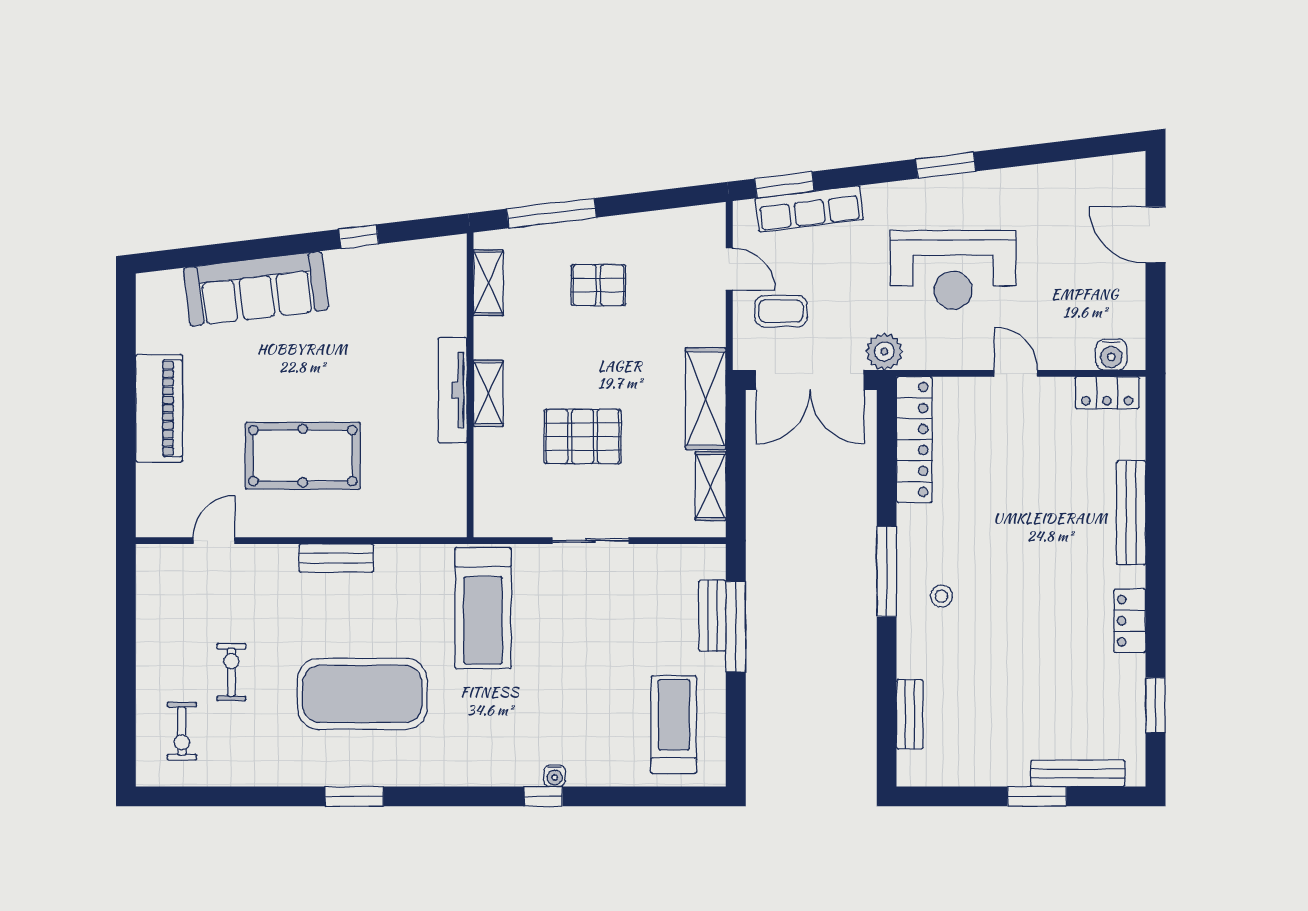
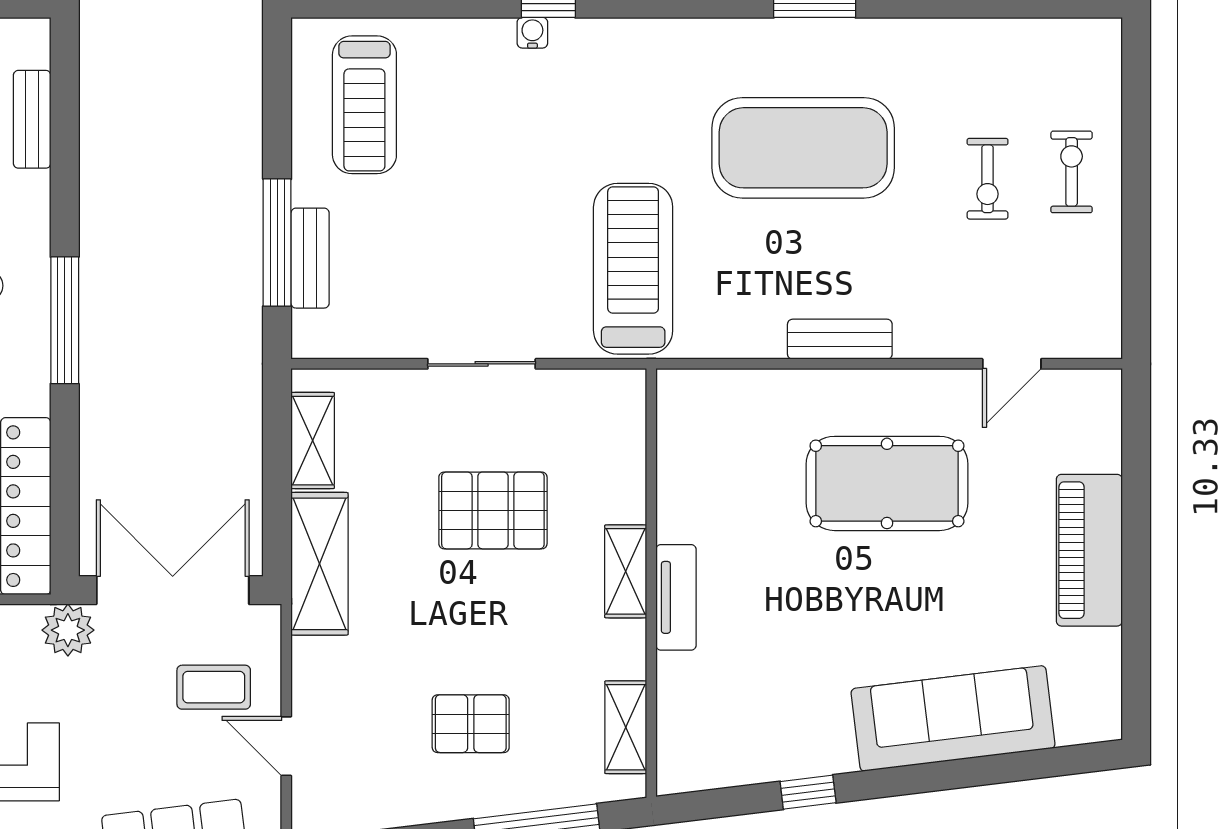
tv unit: (453, 390) -> (676, 597), width x0.71
exercise bike: (182, 731) -> (1072, 172), moved

